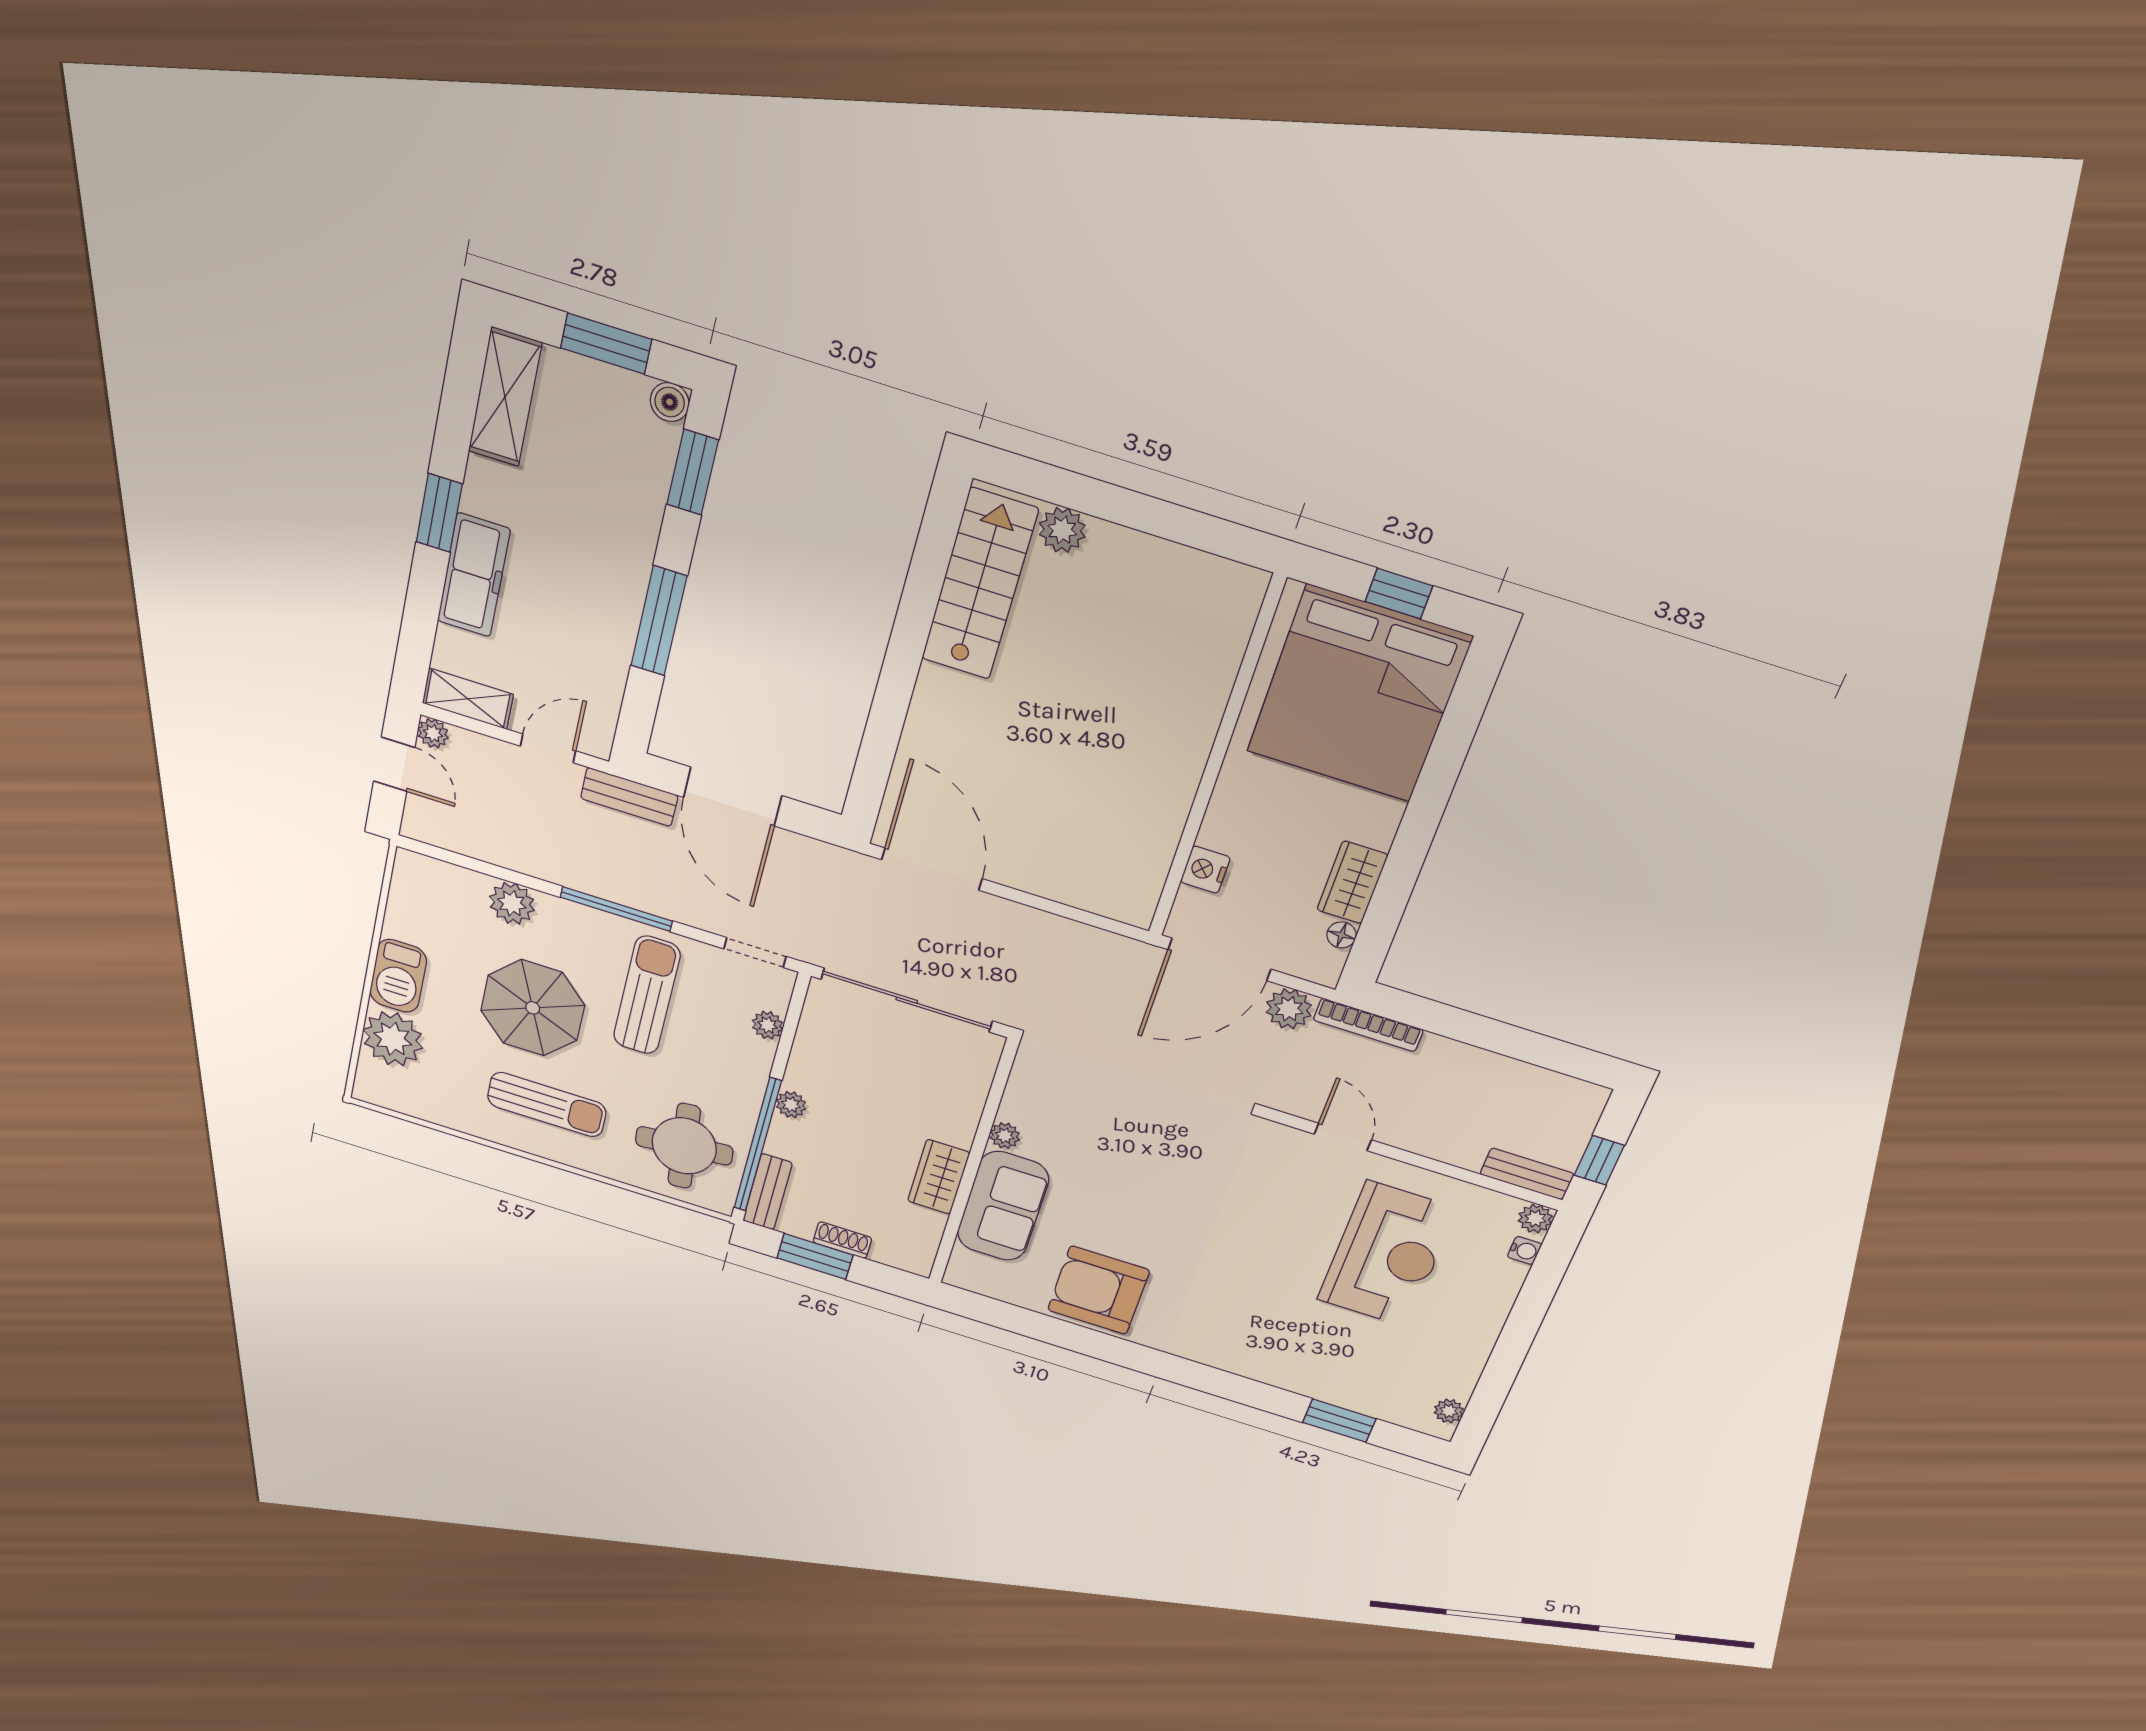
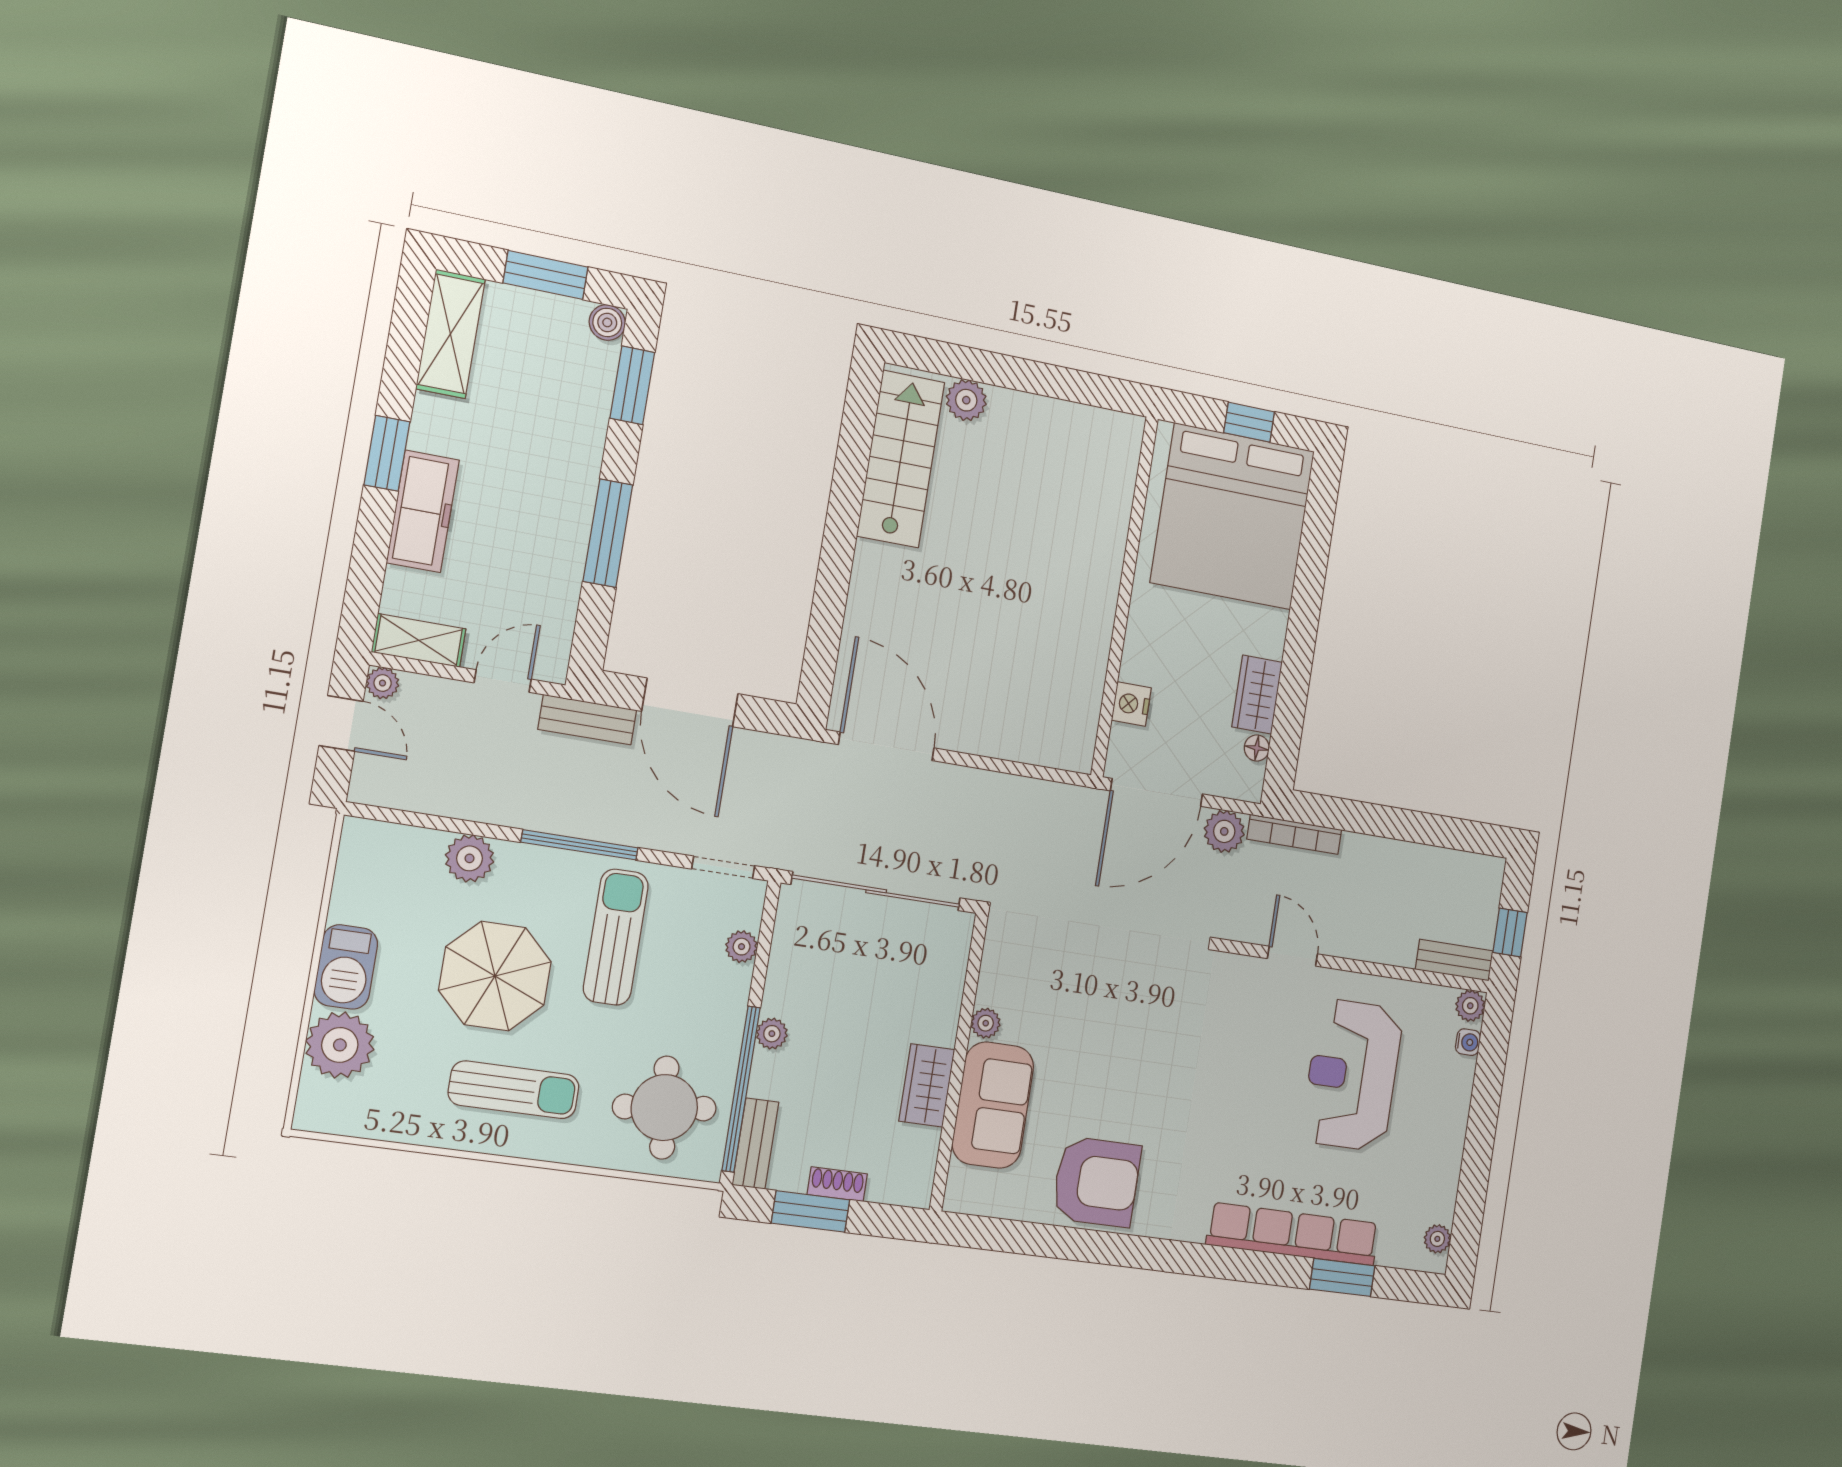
reception desk: (1387, 1254) -> (1352, 1075), turned 180
armchair: (1099, 1290) -> (1096, 1182), turned 180
row of seats: (1295, 1375) -> (1293, 1234), added

